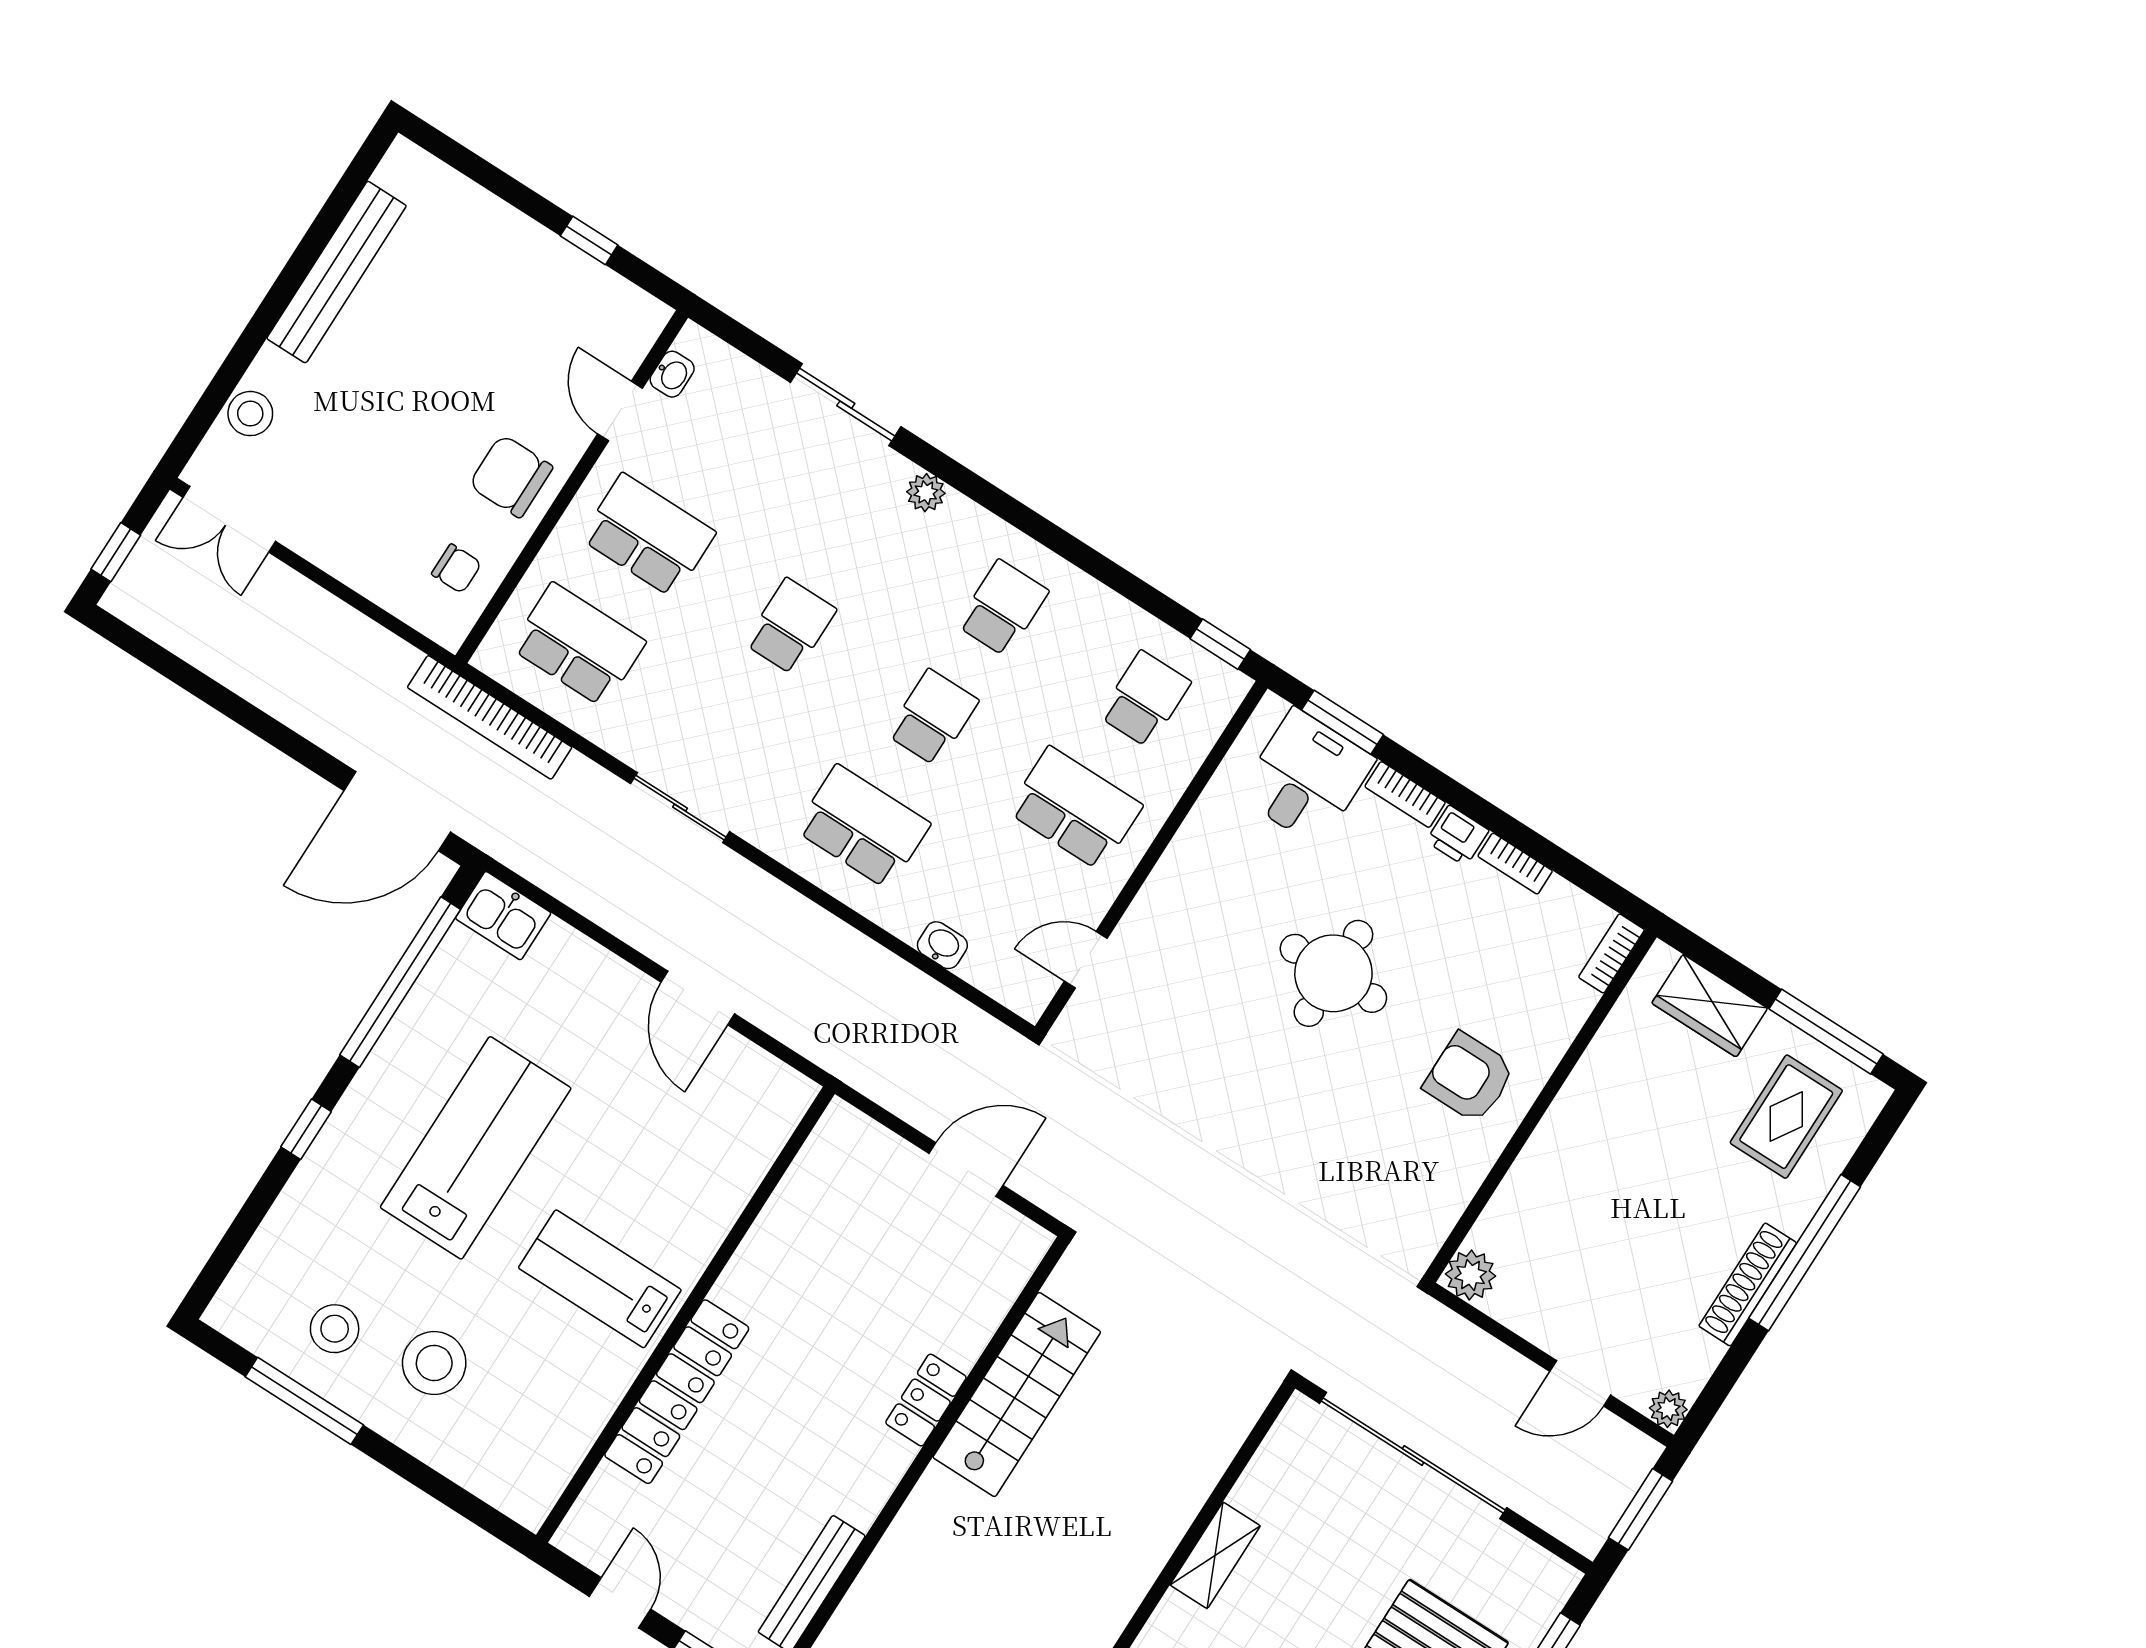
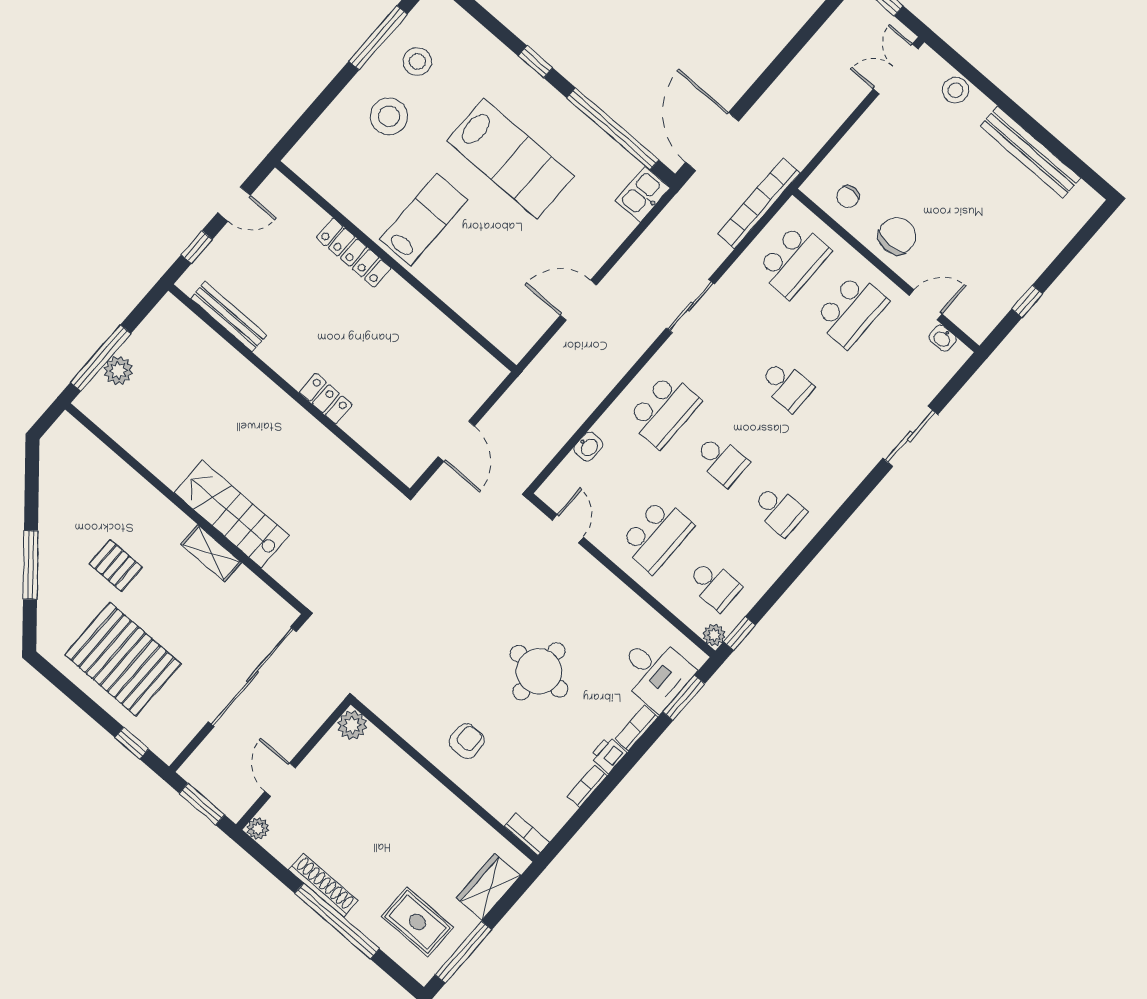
plant: (926, 493) -> (714, 635), moved
armchair: (1469, 1078) -> (467, 741), width x0.72, depth x0.72
locker: (677, 1392) -> (354, 253), width x0.71, depth x0.83
stairs: (1017, 1395) -> (232, 514), moved, turned 180

